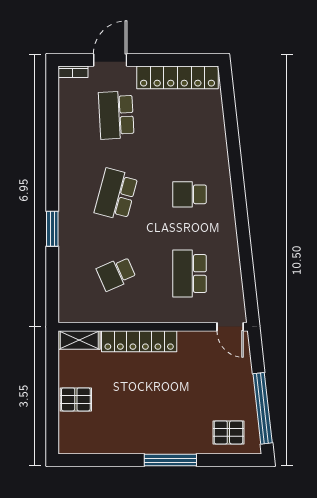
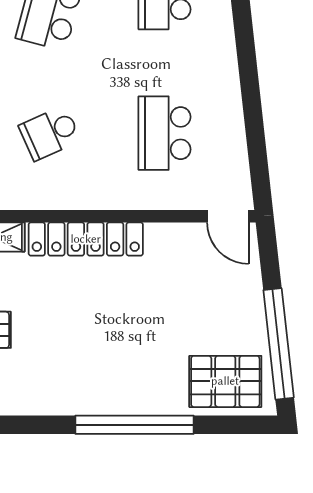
pallet: (228, 432) -> (225, 381), width x1.50, depth x1.42
window: (170, 460) -> (135, 425), width x1.46

